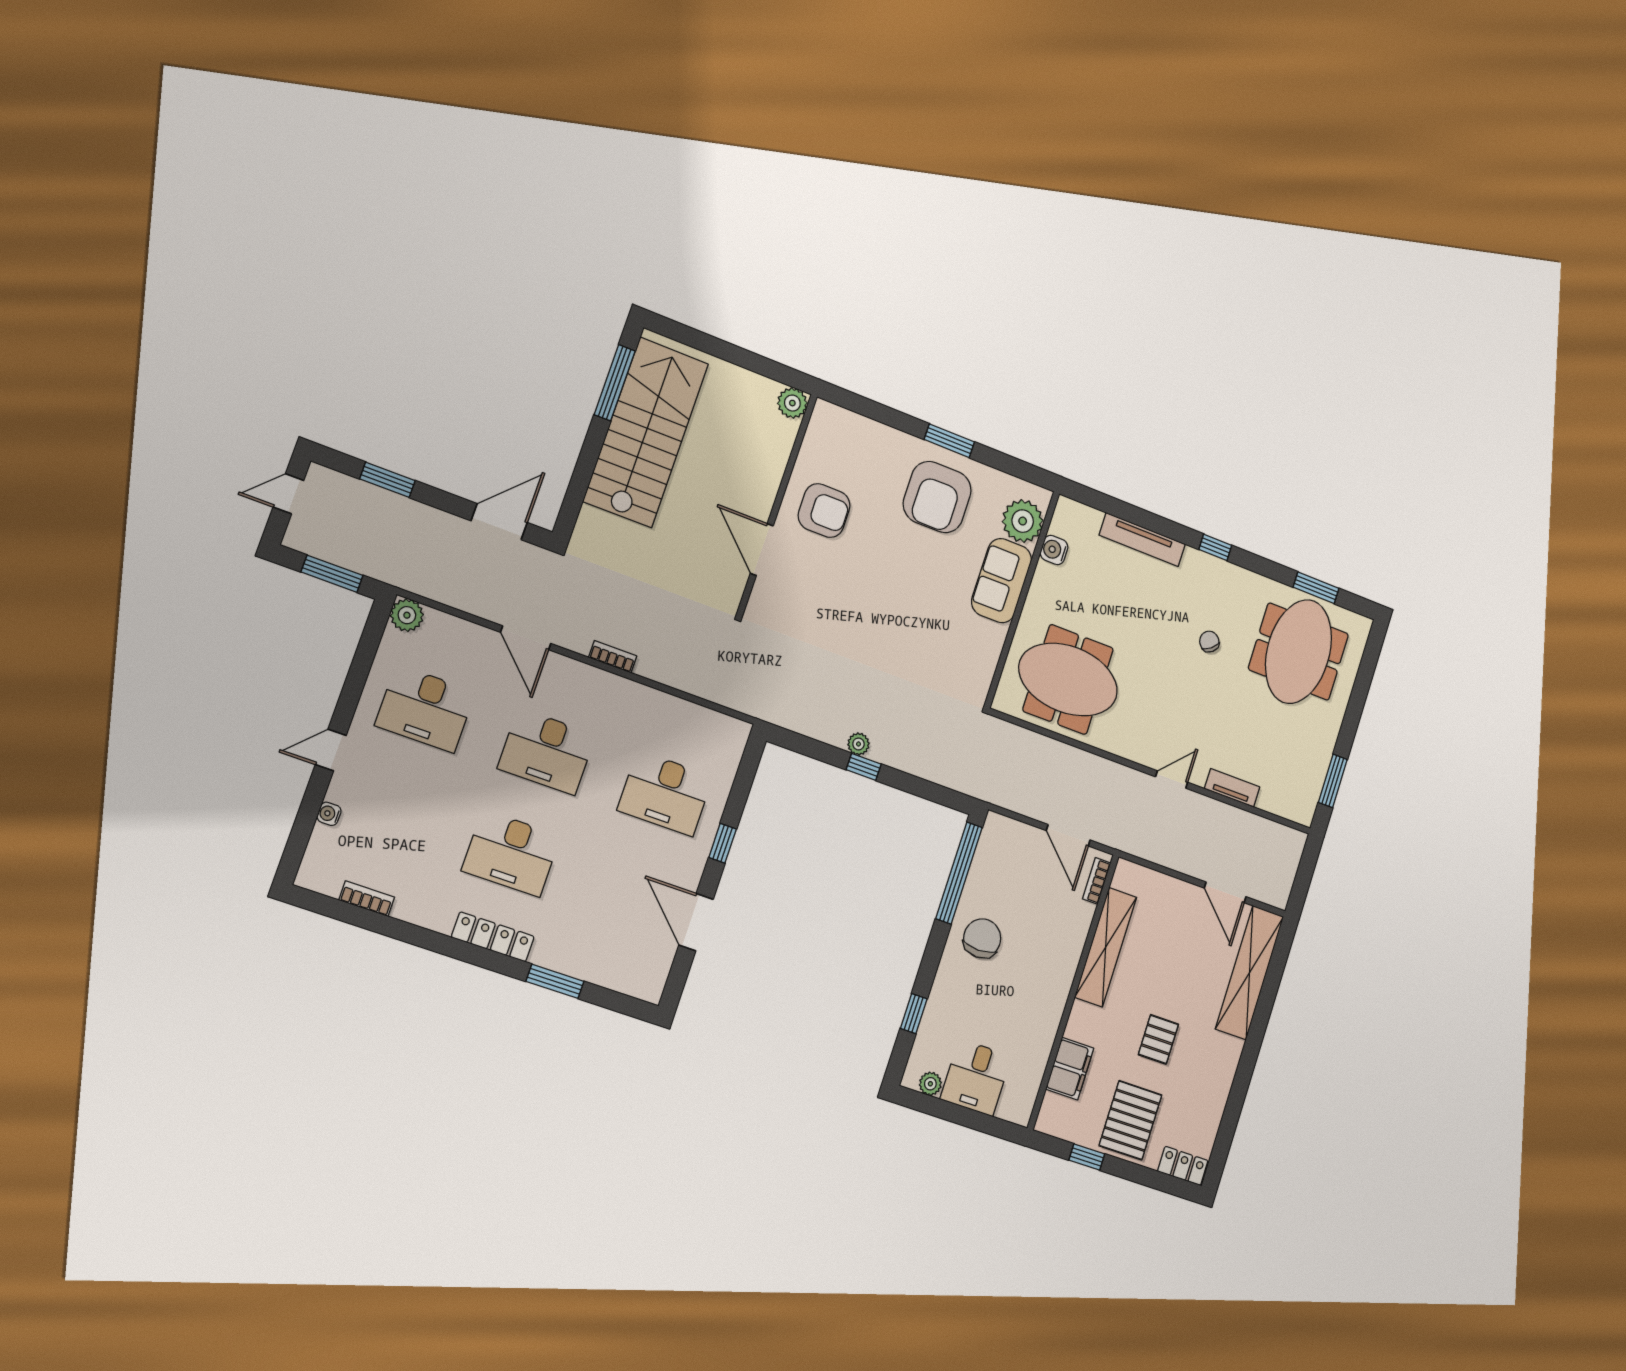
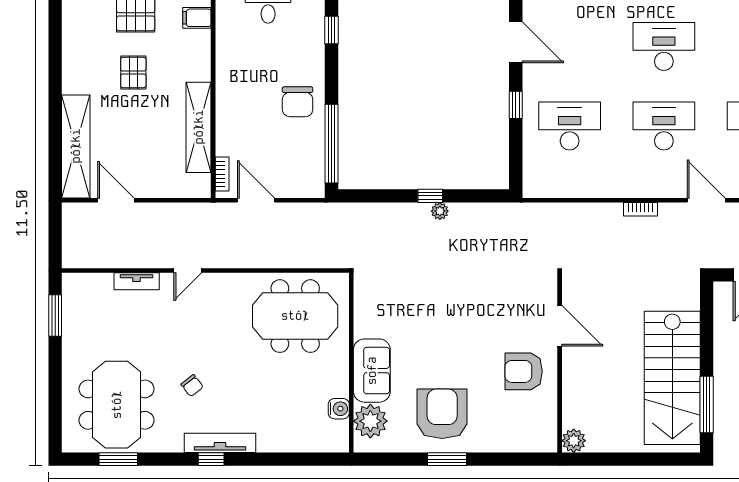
tv unit: (1142, 540) -> (220, 443), moved
filing cabinet: (1070, 1069) -> (197, 18), width x0.50

